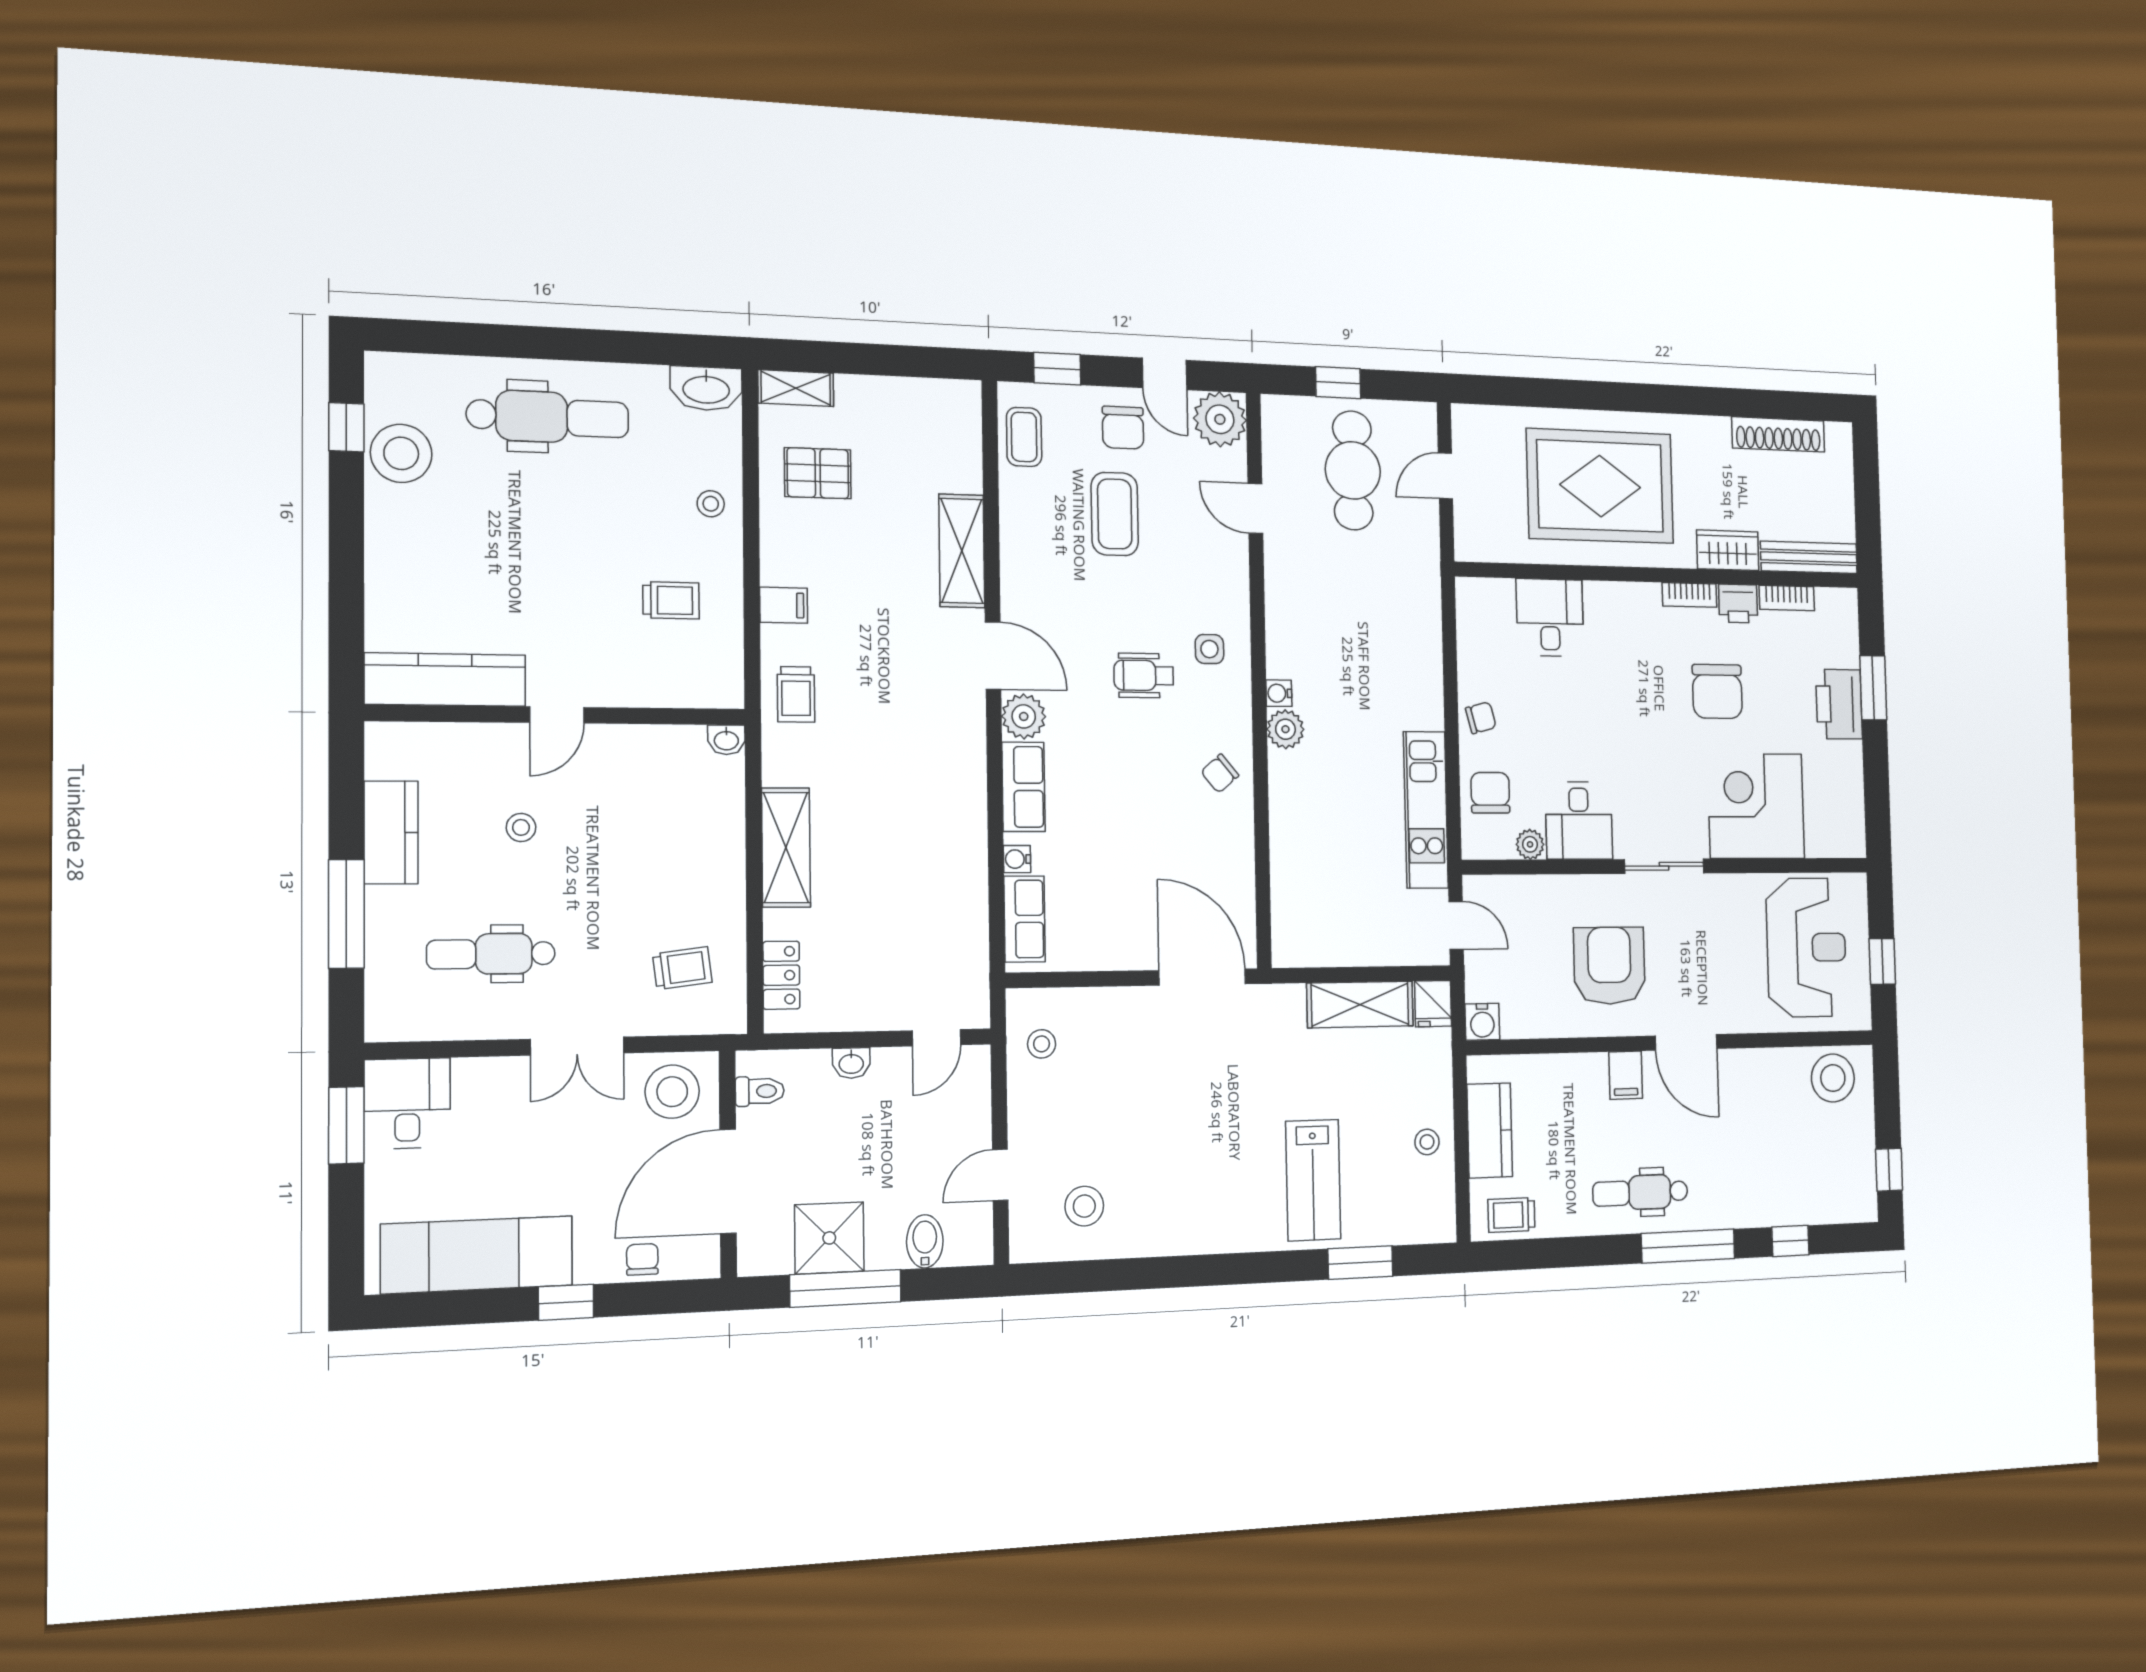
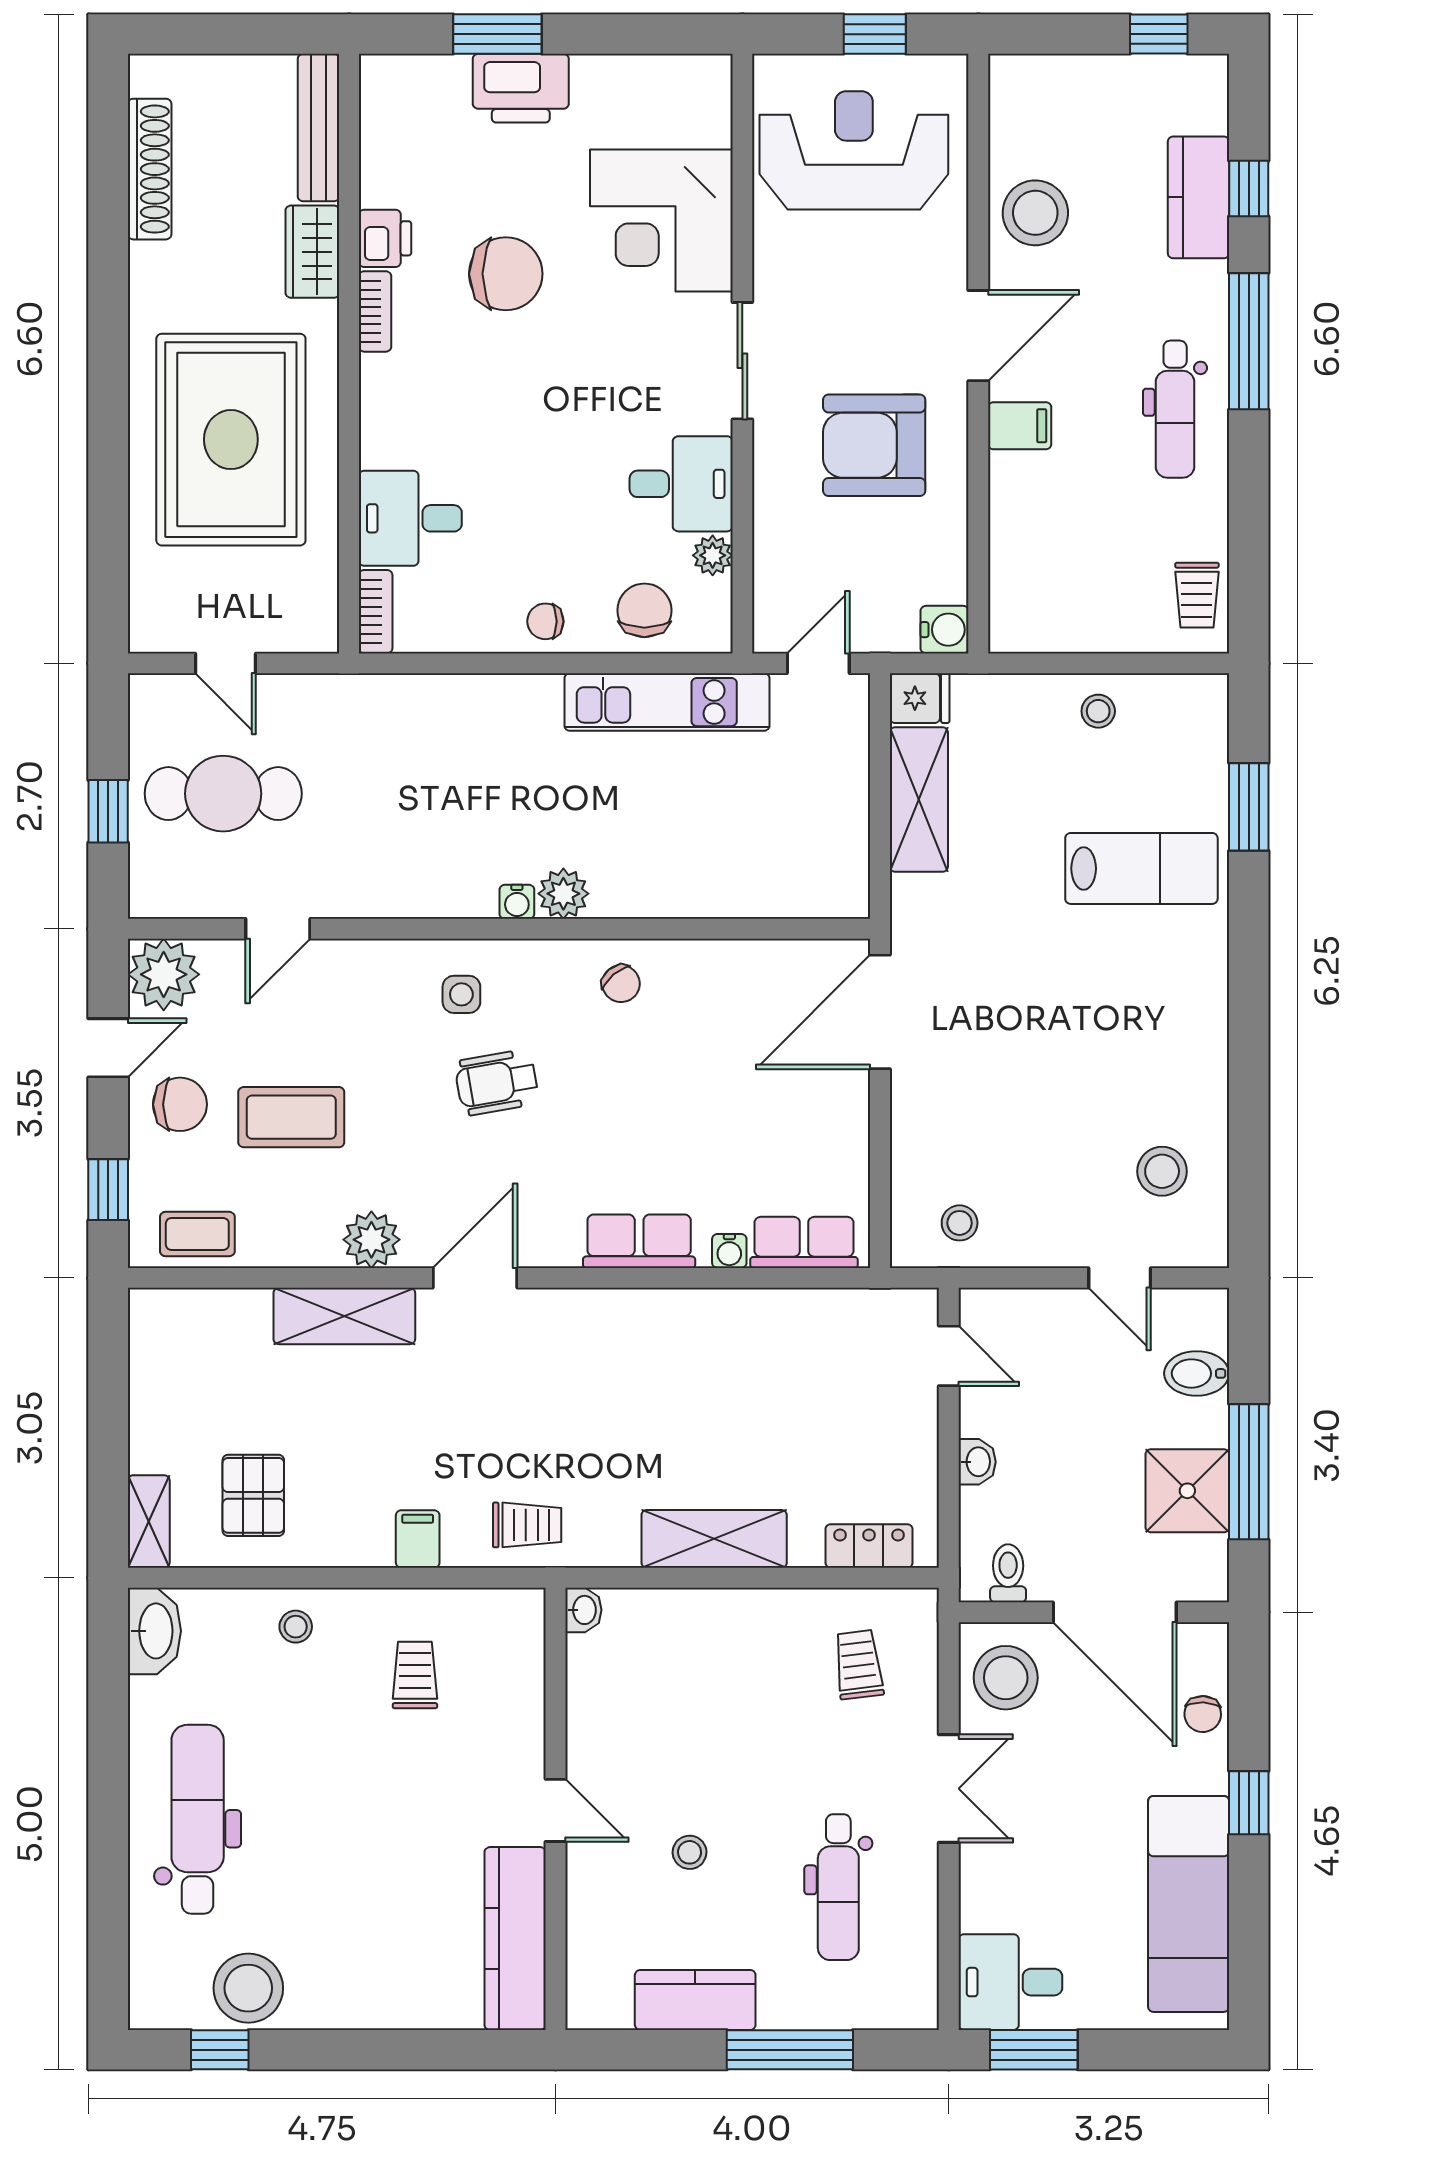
bookcase: (1787, 598) -> (376, 612), moved
wheelchair: (1144, 675) -> (497, 1082), turned 80
plant: (1024, 716) -> (371, 1240), moved
chair: (1481, 718) -> (545, 621), turned -75
chair: (1490, 793) -> (644, 610), turned 90
stool: (1833, 1078) -> (1035, 213), moved
kitchen counter: (1490, 1130) -> (1199, 197), moved, turned -90
chair: (642, 1259) -> (1203, 1714), turned -88

